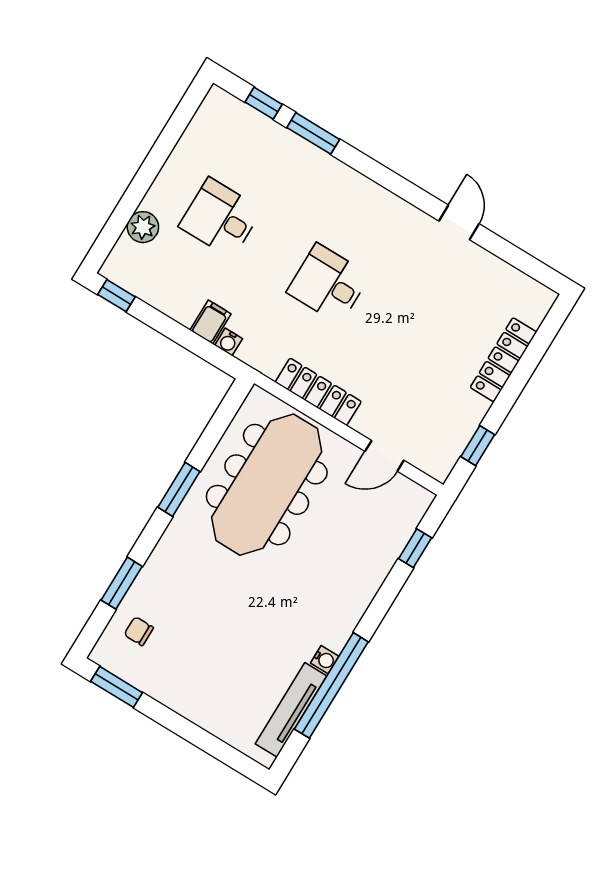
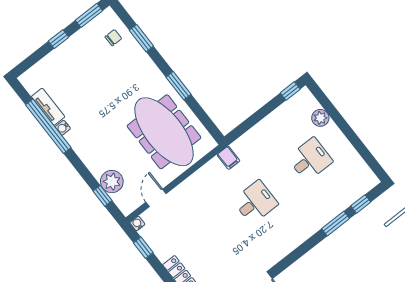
filing cabinet: (210, 322) -> (228, 158), moved
water cooler: (229, 342) -> (137, 224), moved
locker: (318, 392) -> (202, 176), removed
plant: (385, 542) -> (112, 182), added
tv unit: (291, 710) -> (48, 107), width x0.71
window: (176, 723) -> (59, 39), added

